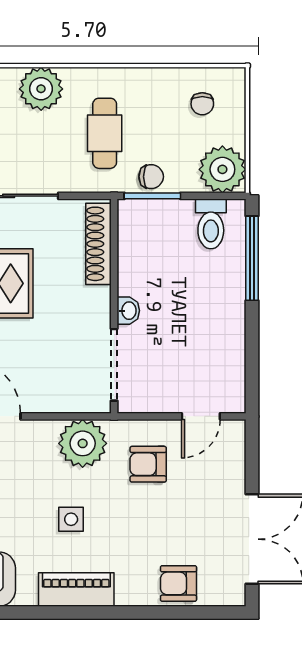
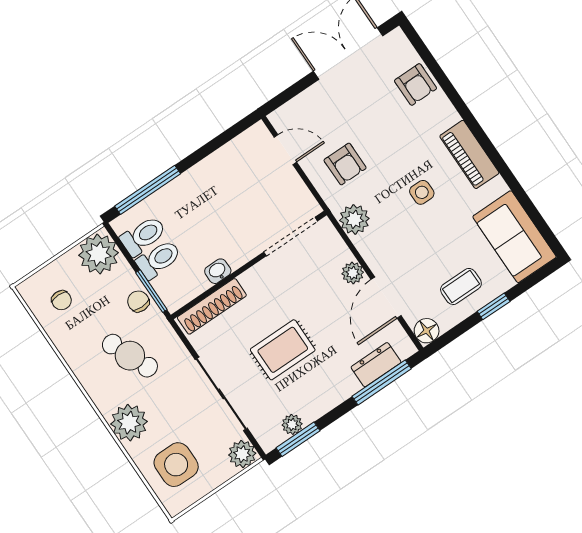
chair: (202, 104) -> (61, 300), turned 90
cafe table: (105, 133) -> (130, 356), turned 67
toilet: (178, 223) -> (159, 259), added
washbasin: (128, 311) -> (218, 271), moved
plant: (39, 401) -> (353, 273), added
plant: (83, 443) -> (354, 219), width x0.73, depth x0.73

